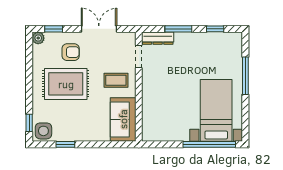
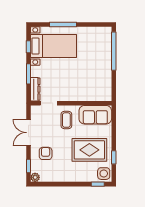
rug: (66, 84) -> (89, 150), moved, turned 90
bed with nightstands: (216, 110) -> (54, 46), moved, turned 180

